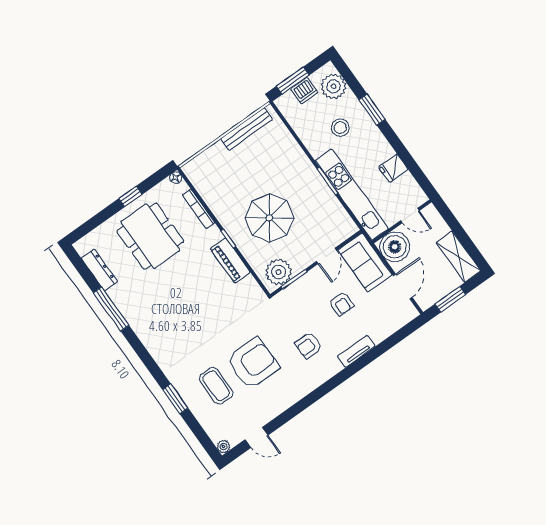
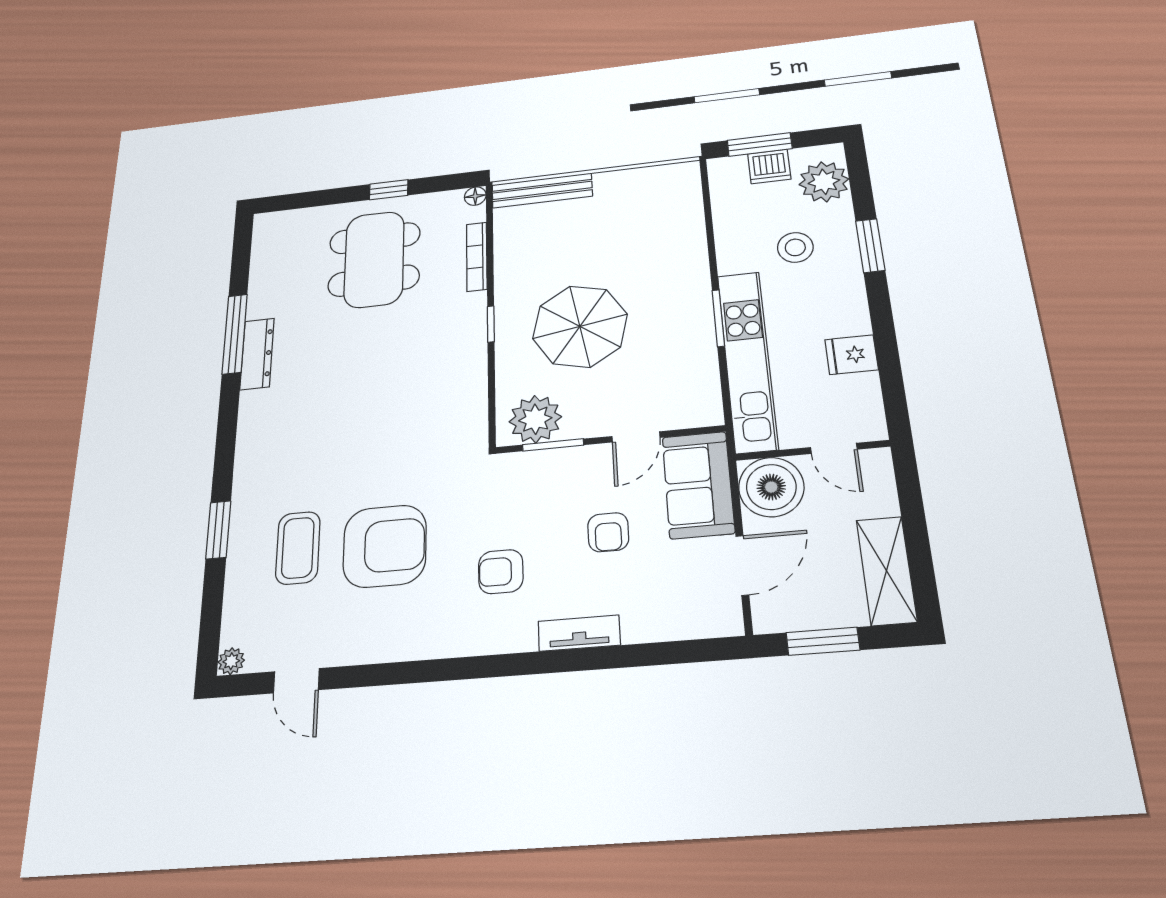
bench: (247, 129) -> (542, 190), moved
piano: (230, 261) -> (469, 359), removed
dresser: (99, 270) -> (257, 354), moved

